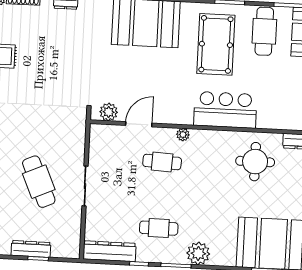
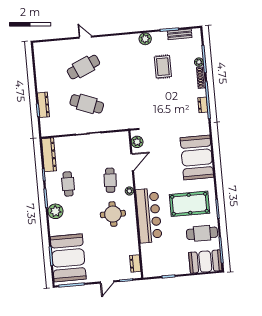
bar counter: (225, 110) -> (149, 216), width x1.36
door: (139, 124) -> (132, 162), hinge flipped
round table: (255, 162) -> (113, 214), moved
cafe table: (39, 182) -> (87, 104), turned 45

